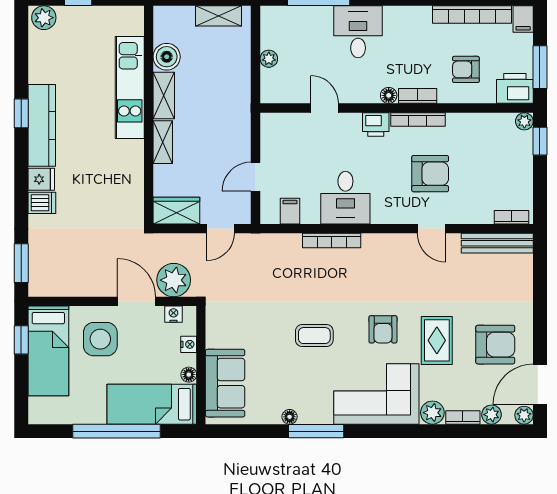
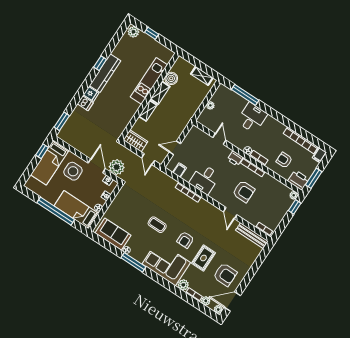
door: (221, 229) -> (148, 159), hinge flipped
sofa: (225, 383) -> (113, 234), moved, turned -90

